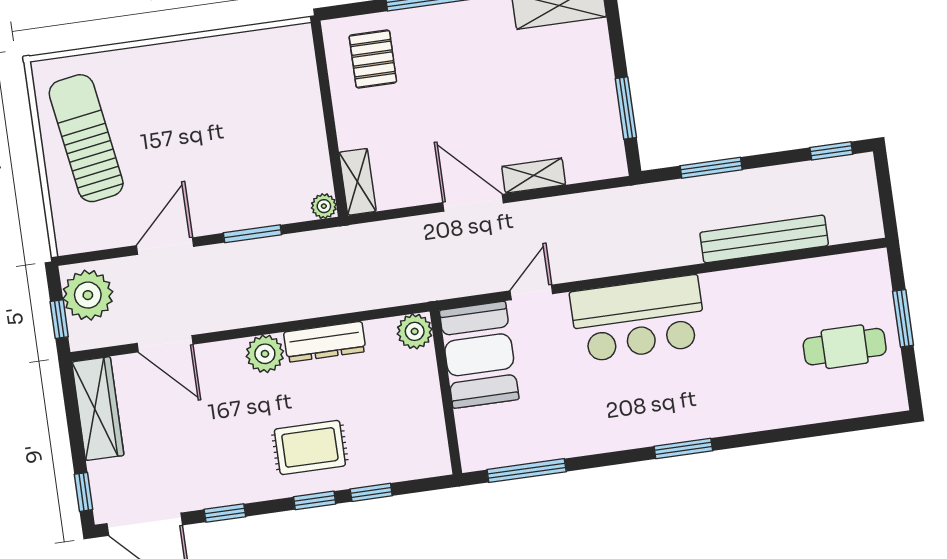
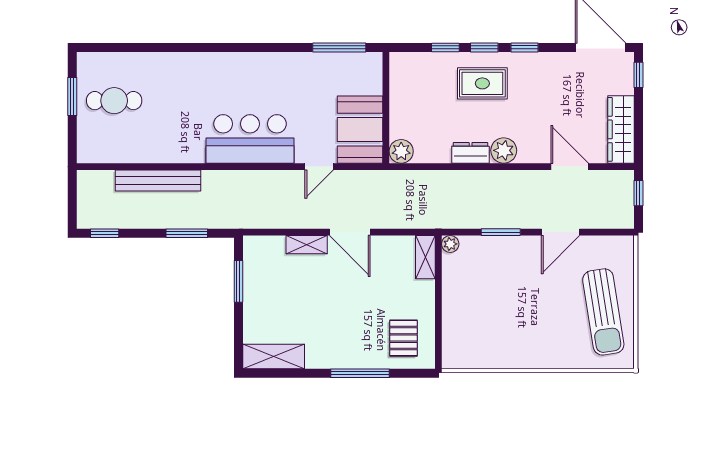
plant: (88, 295) -> (617, 207), removed
window: (903, 318) -> (72, 96), moved
dresser: (325, 342) -> (471, 153), width x0.70
window: (683, 449) -> (232, 47), removed
window: (225, 513) -> (524, 47), moved

